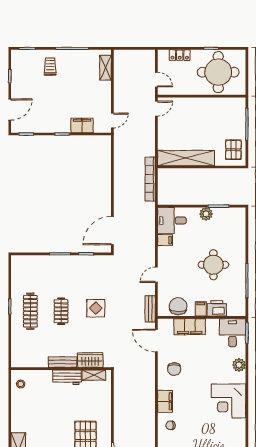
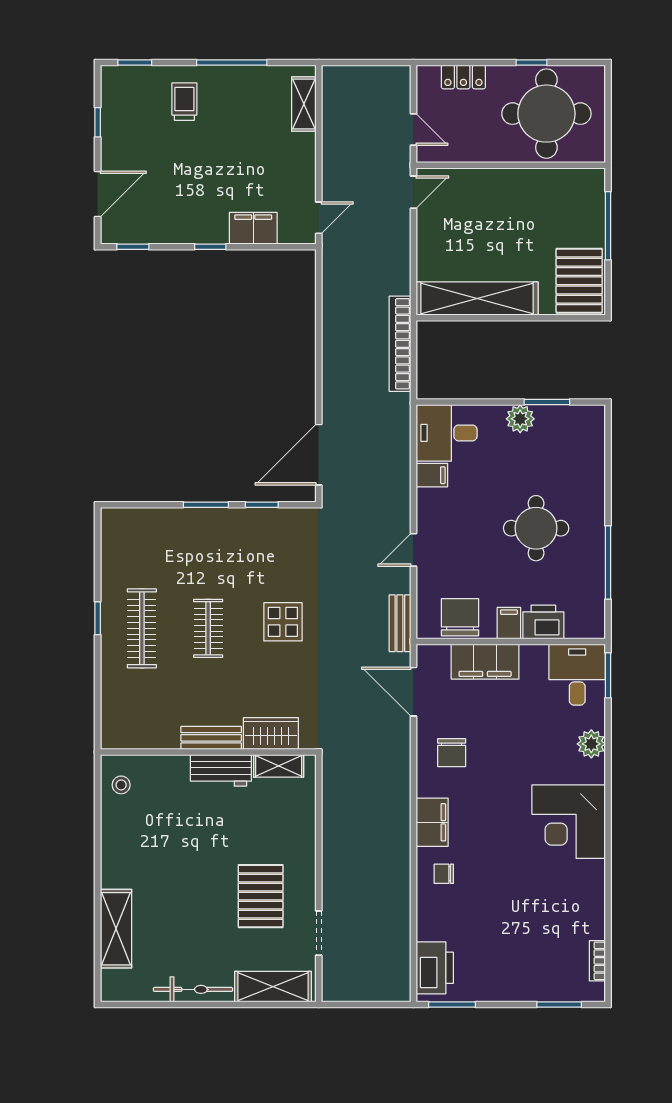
pallet: (233, 150) -> (579, 281), width x1.50, depth x1.42

